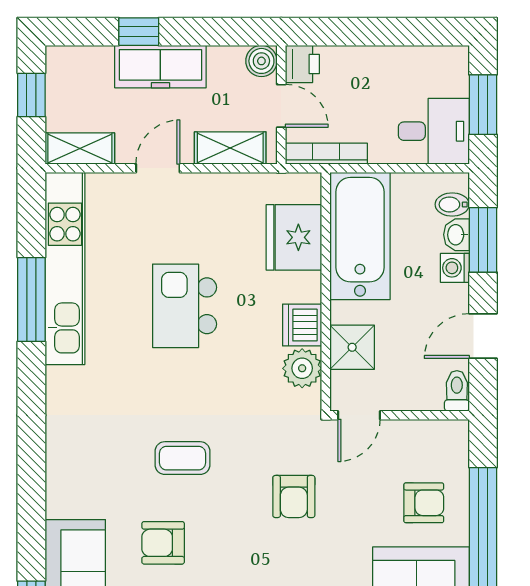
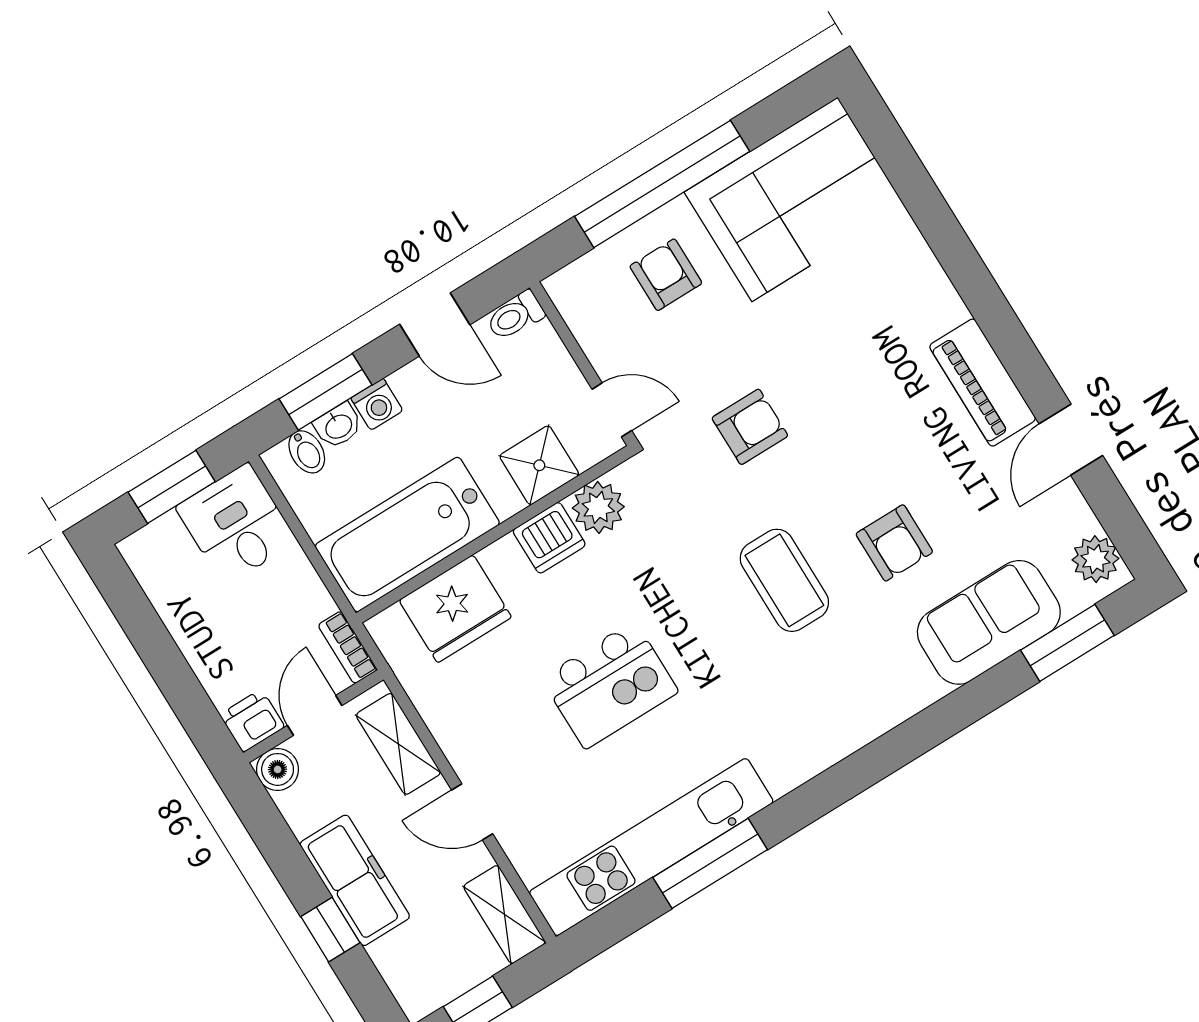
bookcase: (326, 154) -> (348, 647), width x0.64
coffee table: (182, 458) -> (784, 580), width x1.36, depth x1.30

